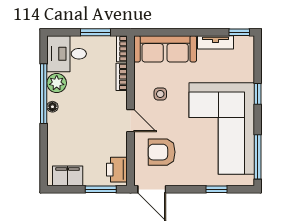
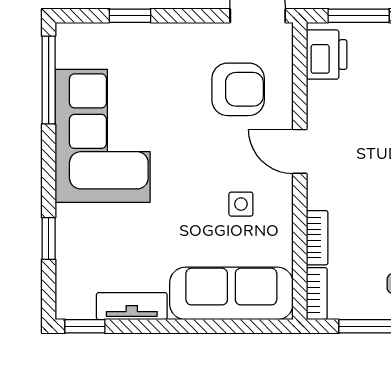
window: (258, 94) -> (49, 239), moved
corner sofa: (222, 129) -> (103, 136), width x0.73, depth x0.74

